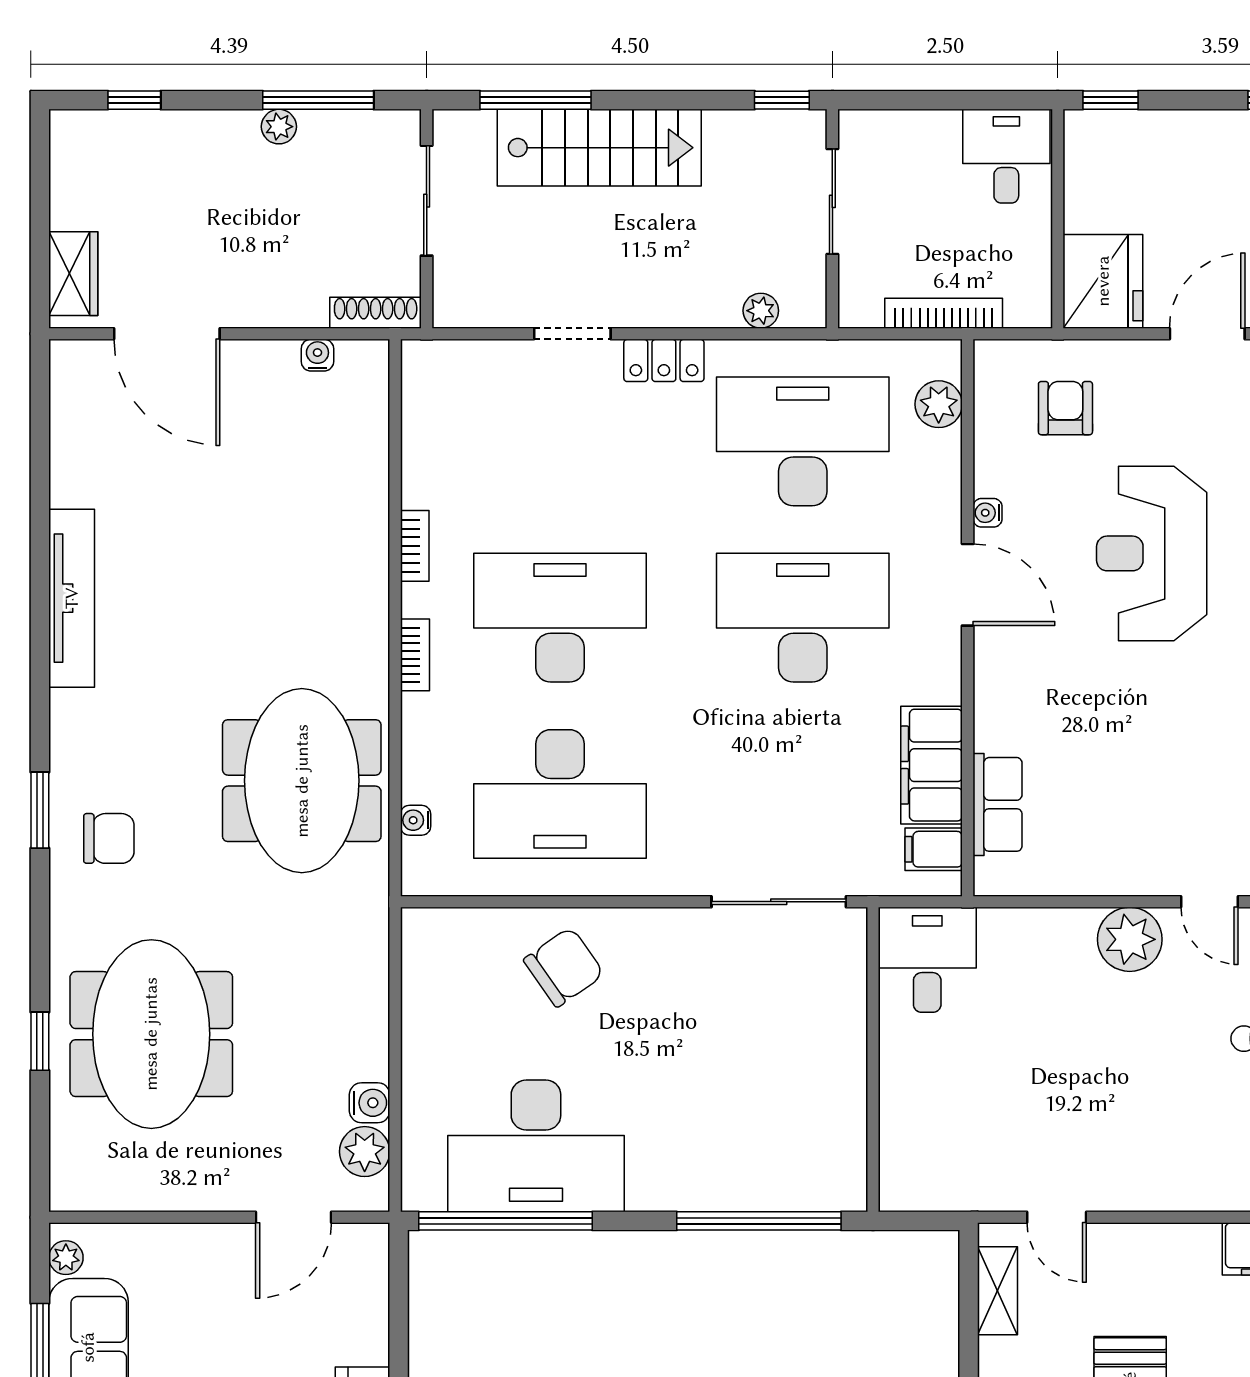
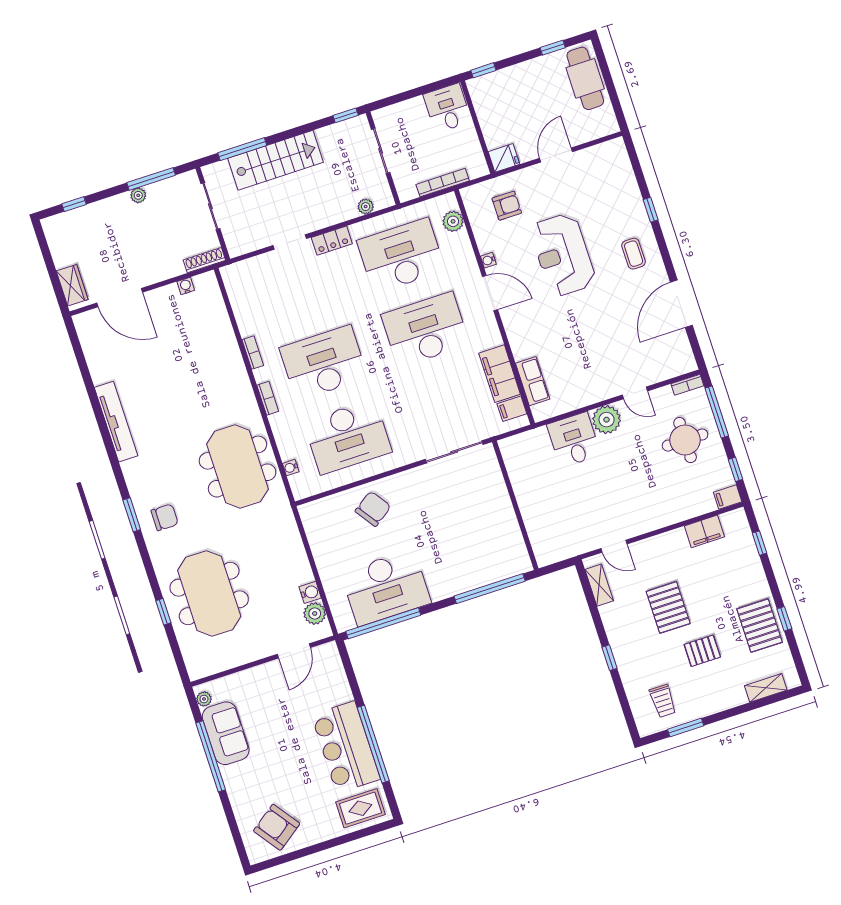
fridge: (1103, 281) -> (504, 158), width x0.53, depth x0.75
armchair: (1065, 408) -> (507, 206), turned 90
desk: (927, 960) -> (574, 440), moved

